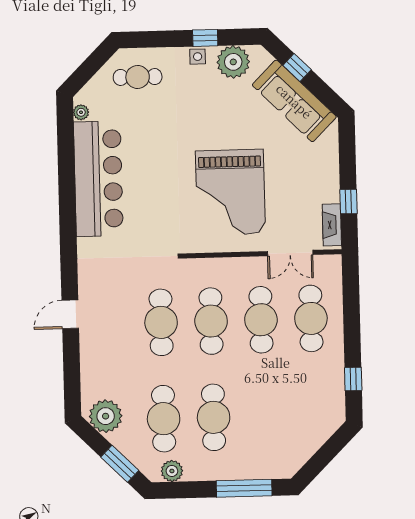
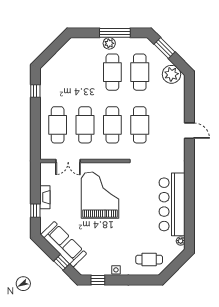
window: (205, 38) -> (98, 280), moved
plant: (233, 62) -> (97, 266), removed
window: (349, 202) -> (35, 211), moved
fireplace: (332, 225) -> (45, 197), moved
double door: (290, 253) -> (68, 161), swing flipped
door: (70, 314) -> (189, 131), hinge flipped
plant: (172, 471) -> (109, 43), moved
window: (244, 488) -> (115, 33), moved

